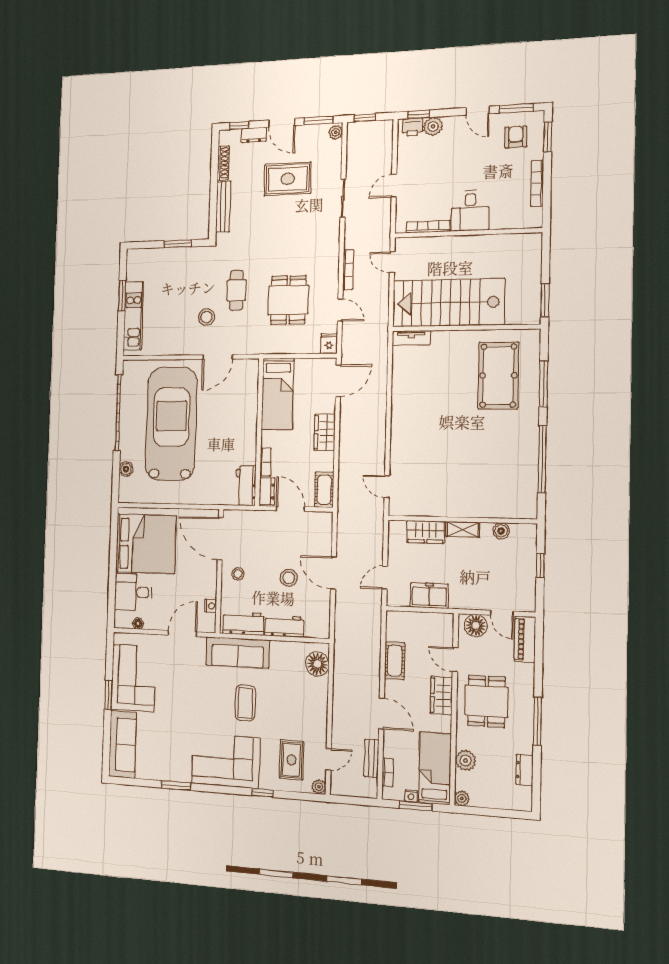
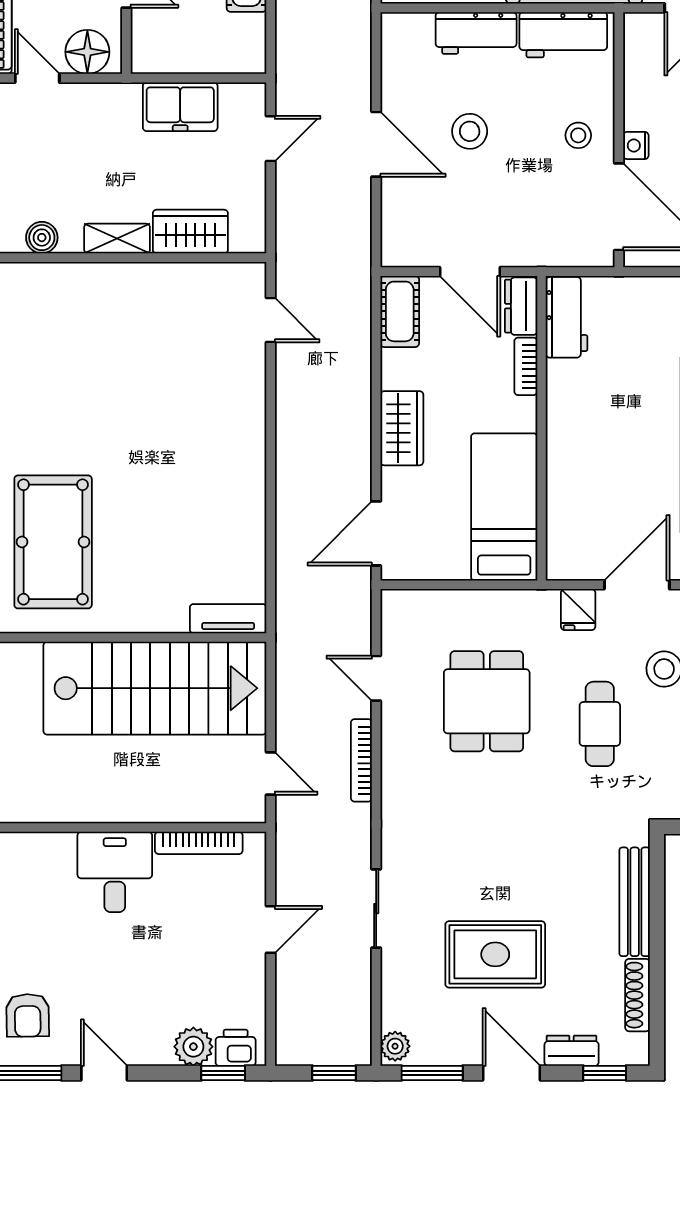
fridge: (329, 344) -> (578, 610), moved
nightstand: (211, 606) -> (636, 145), moved

